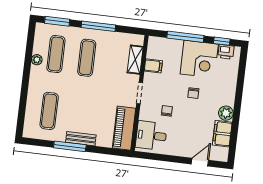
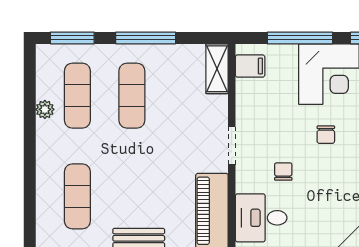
shelving: (135, 60) -> (217, 69), moved
filing cabinet: (153, 66) -> (250, 66), moved

